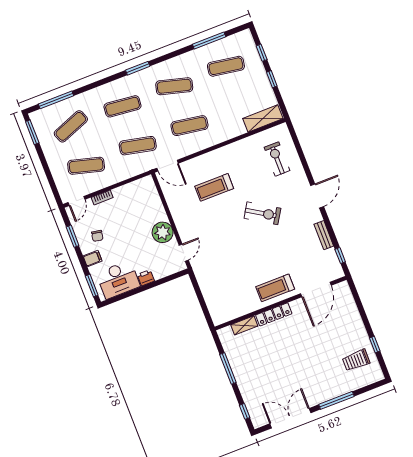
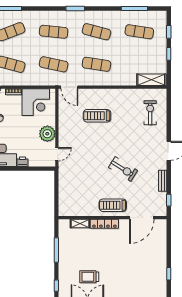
corner desk: (134, 200) -> (36, 102), added
exercise bike: (262, 213) -> (123, 169), moved
trolley: (356, 360) -> (89, 277), moved

